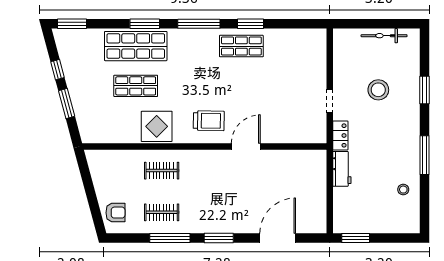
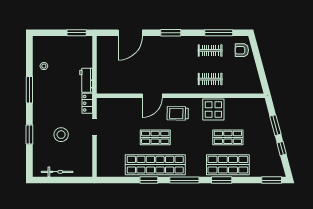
shop shelf: (241, 46) -> (155, 165), width x2.00, depth x1.36
shop shelf: (241, 86) -> (155, 137), added
window: (170, 238) -> (219, 33), moved

